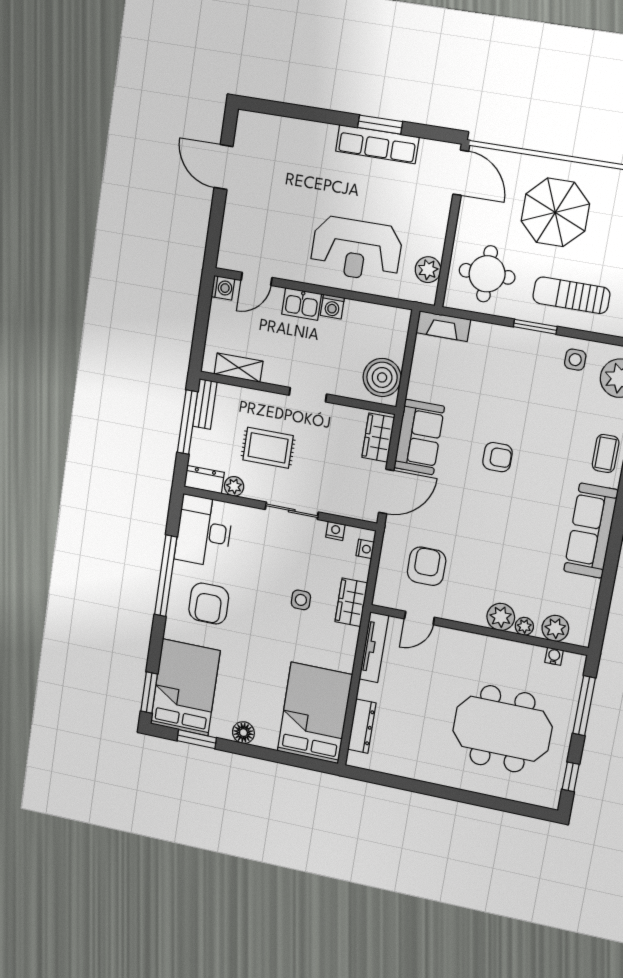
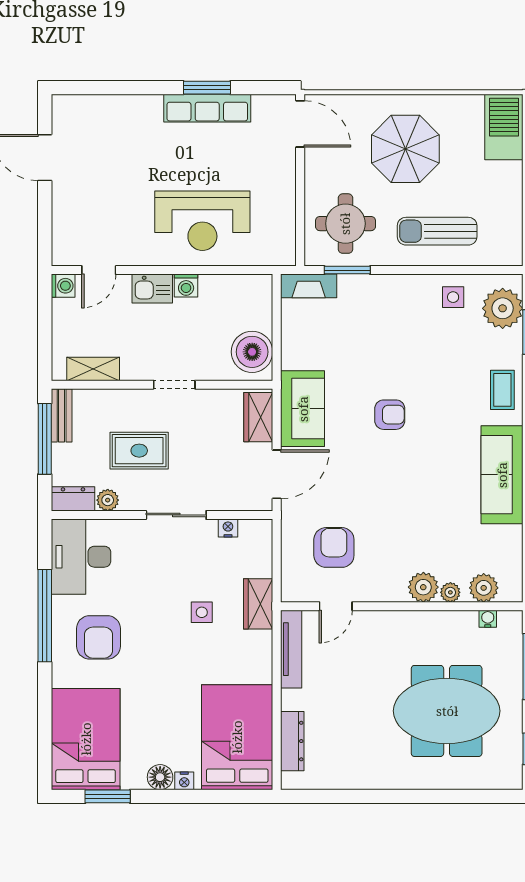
plant: (428, 270) -> (282, 230), removed
window: (535, 327) -> (347, 270), moved
nightstand: (365, 549) -> (184, 781), moved, turned 90
window: (149, 692) -> (45, 754), removed

